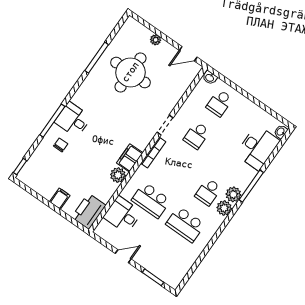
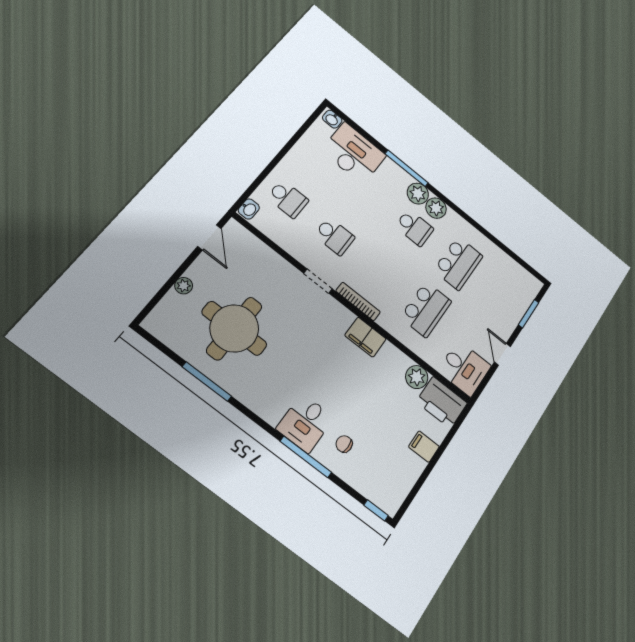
plant: (118, 175) -> (417, 377), moved
desk: (123, 215) -> (464, 368), moved, turned -90

